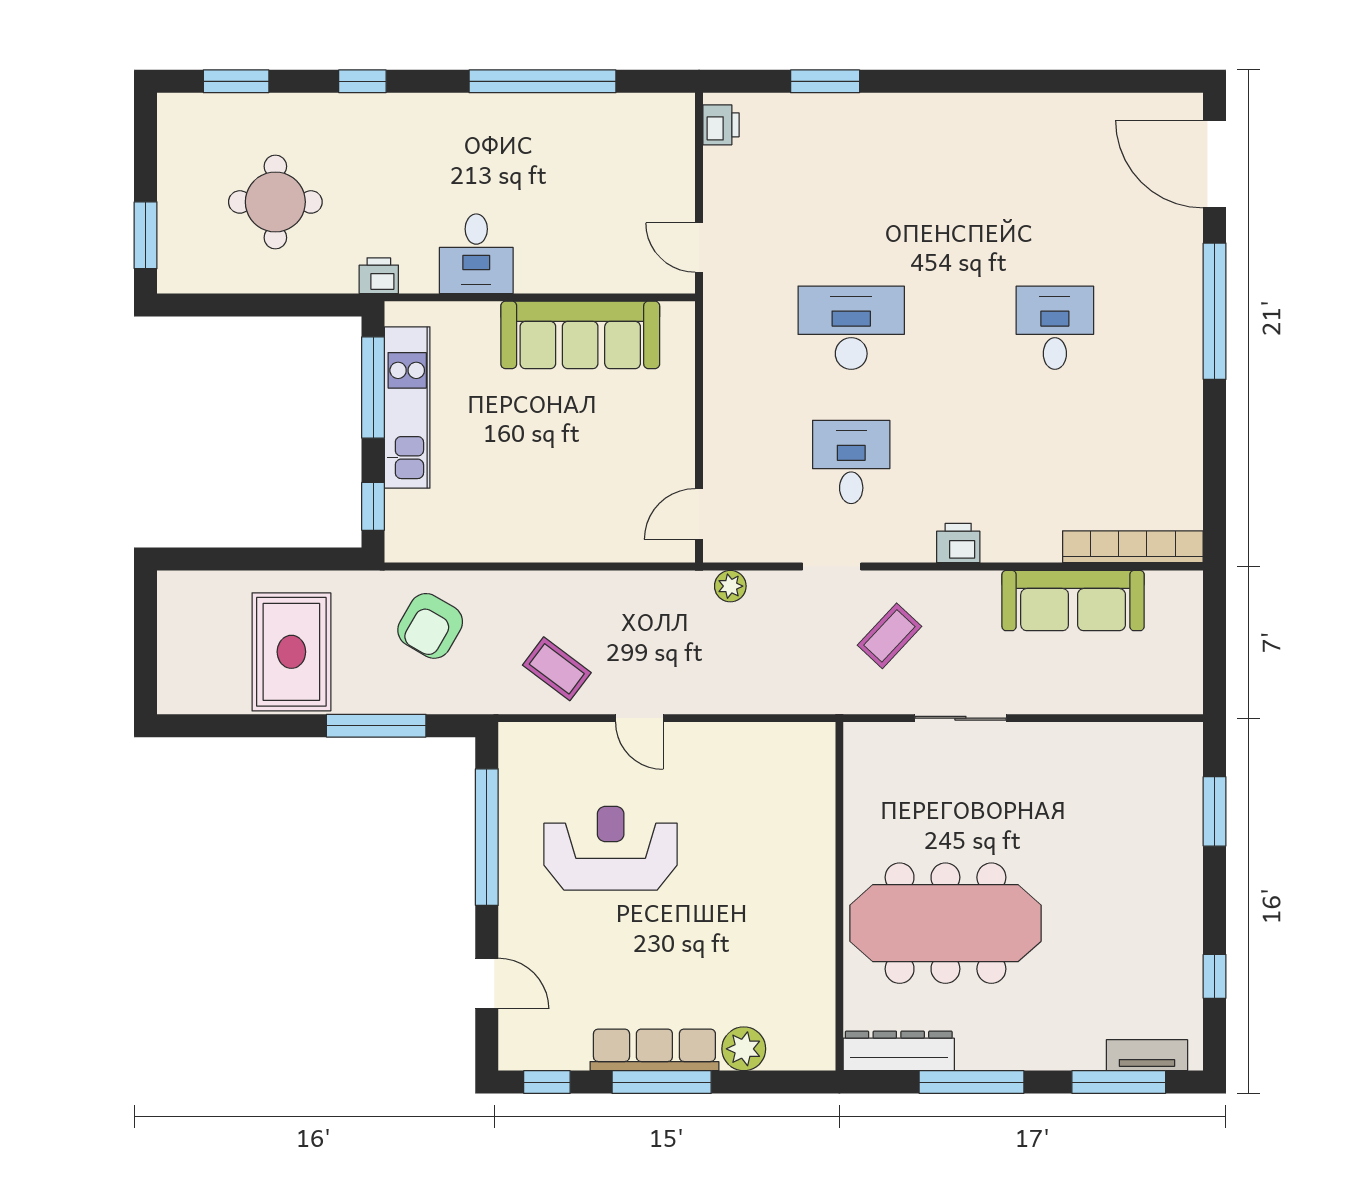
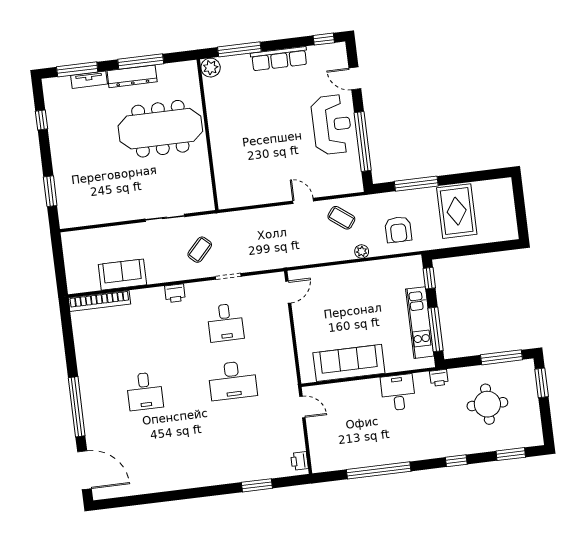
window: (230, 305) -> (501, 357), added
plant: (730, 586) -> (362, 251), moved
sofa: (1073, 601) -> (122, 275), width x0.73
armchair: (430, 626) -> (398, 230), turned 150
reception desk: (611, 848) -> (332, 125), moved, turned -90
plant: (744, 1049) -> (211, 68), moved
dresser: (899, 1051) -> (132, 76), moved
tv unit: (1147, 1055) -> (89, 80), moved
window: (662, 1082) -> (239, 49), moved

